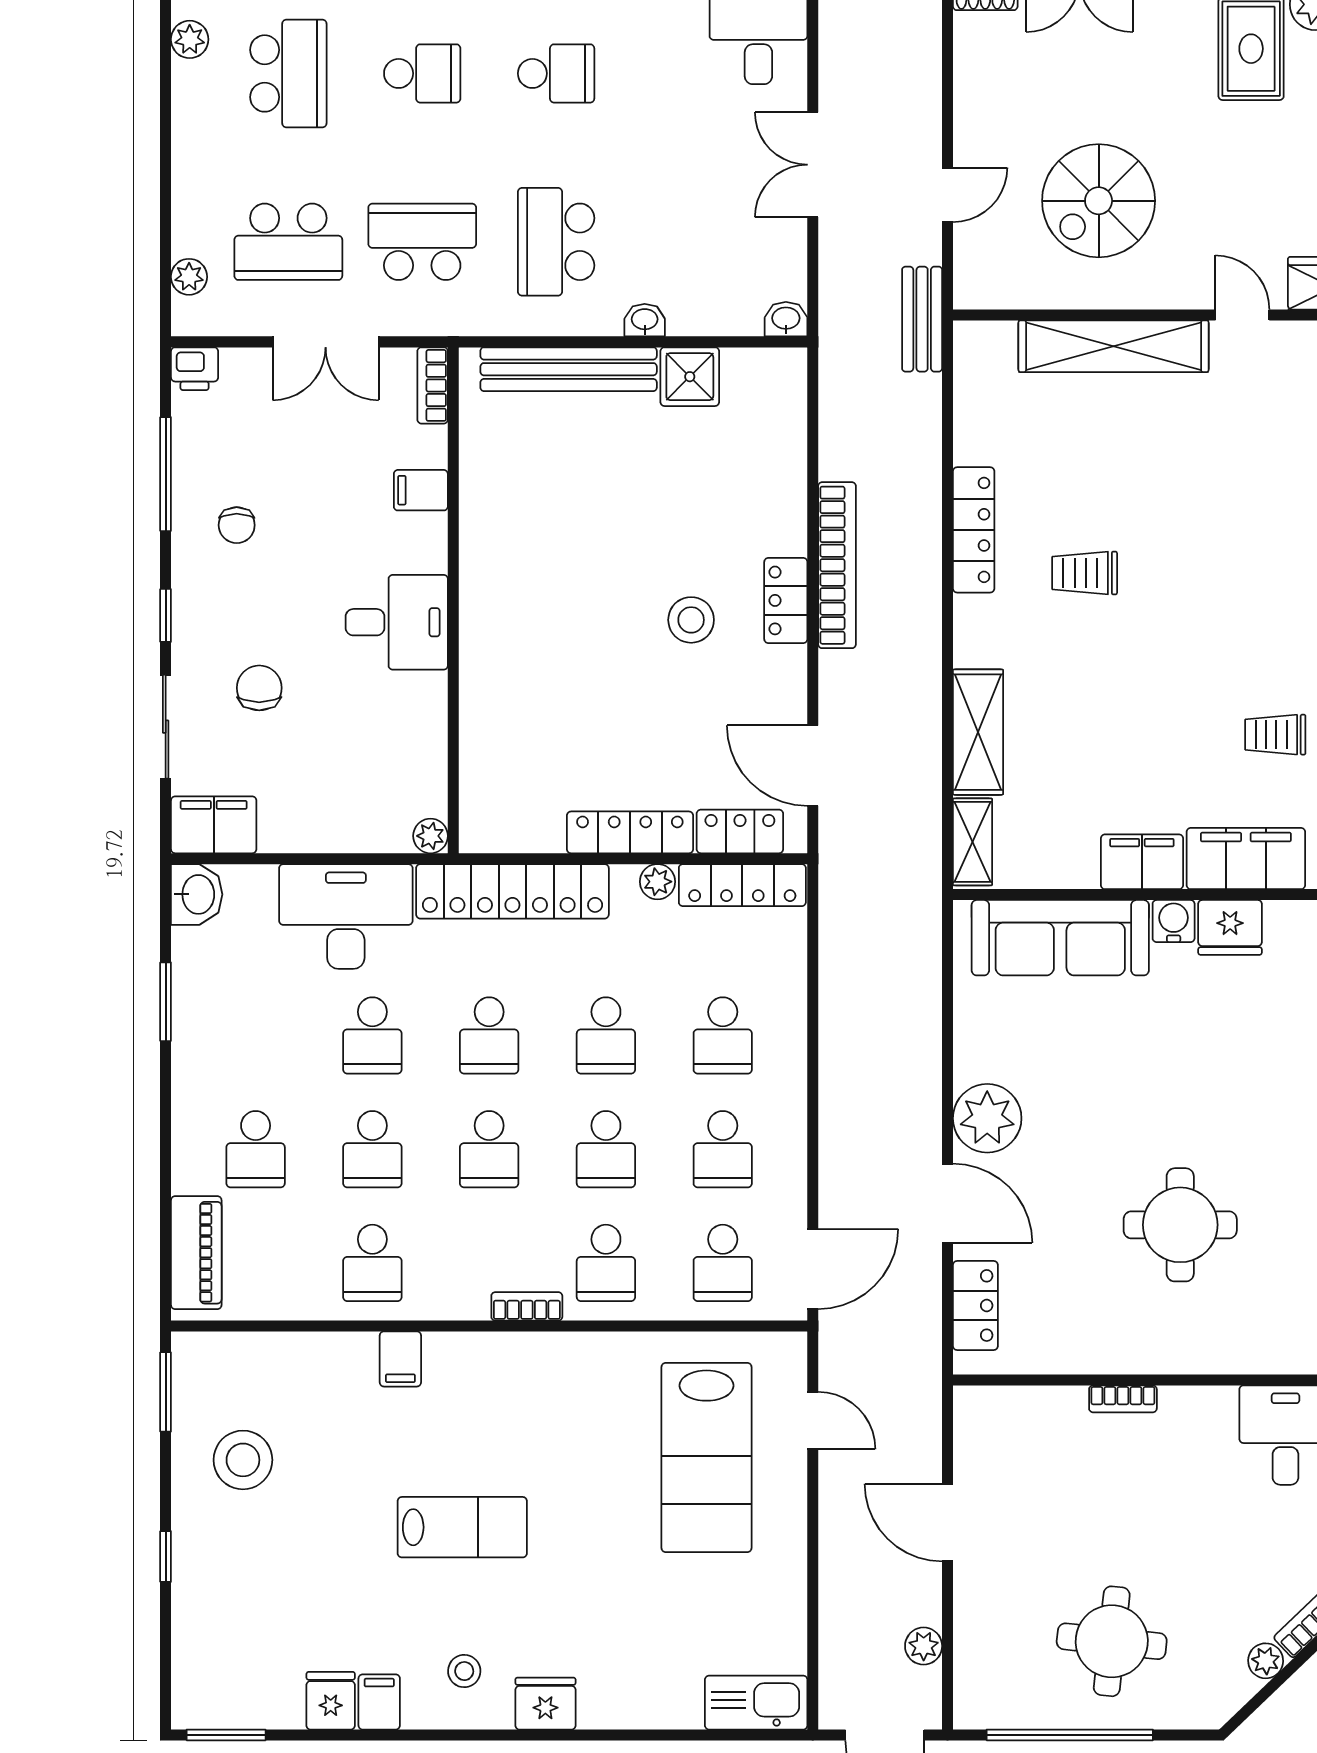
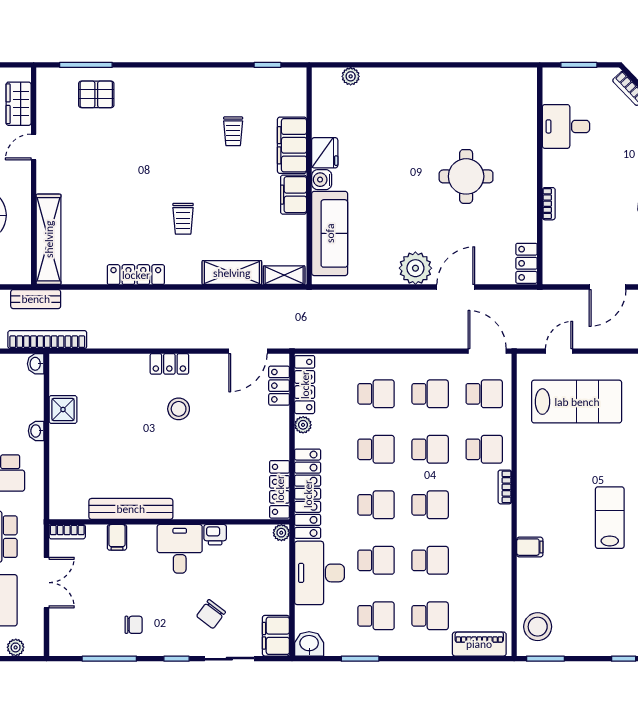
shelving: (1114, 346) -> (49, 239), moved
printer: (195, 369) -> (215, 535), moved, turned 90
bench: (569, 369) -> (131, 509), moved, turned 90
bookcase: (837, 565) -> (47, 340), moved
trolley: (1085, 573) -> (183, 219), moved
chair: (259, 688) -> (211, 614), turned -53
locker: (630, 832) -> (280, 489), moved
school desk: (372, 1263) -> (376, 616), moved
locker: (975, 1305) -> (527, 263), moved, turned -90
stool: (243, 1460) -> (538, 627), moved

